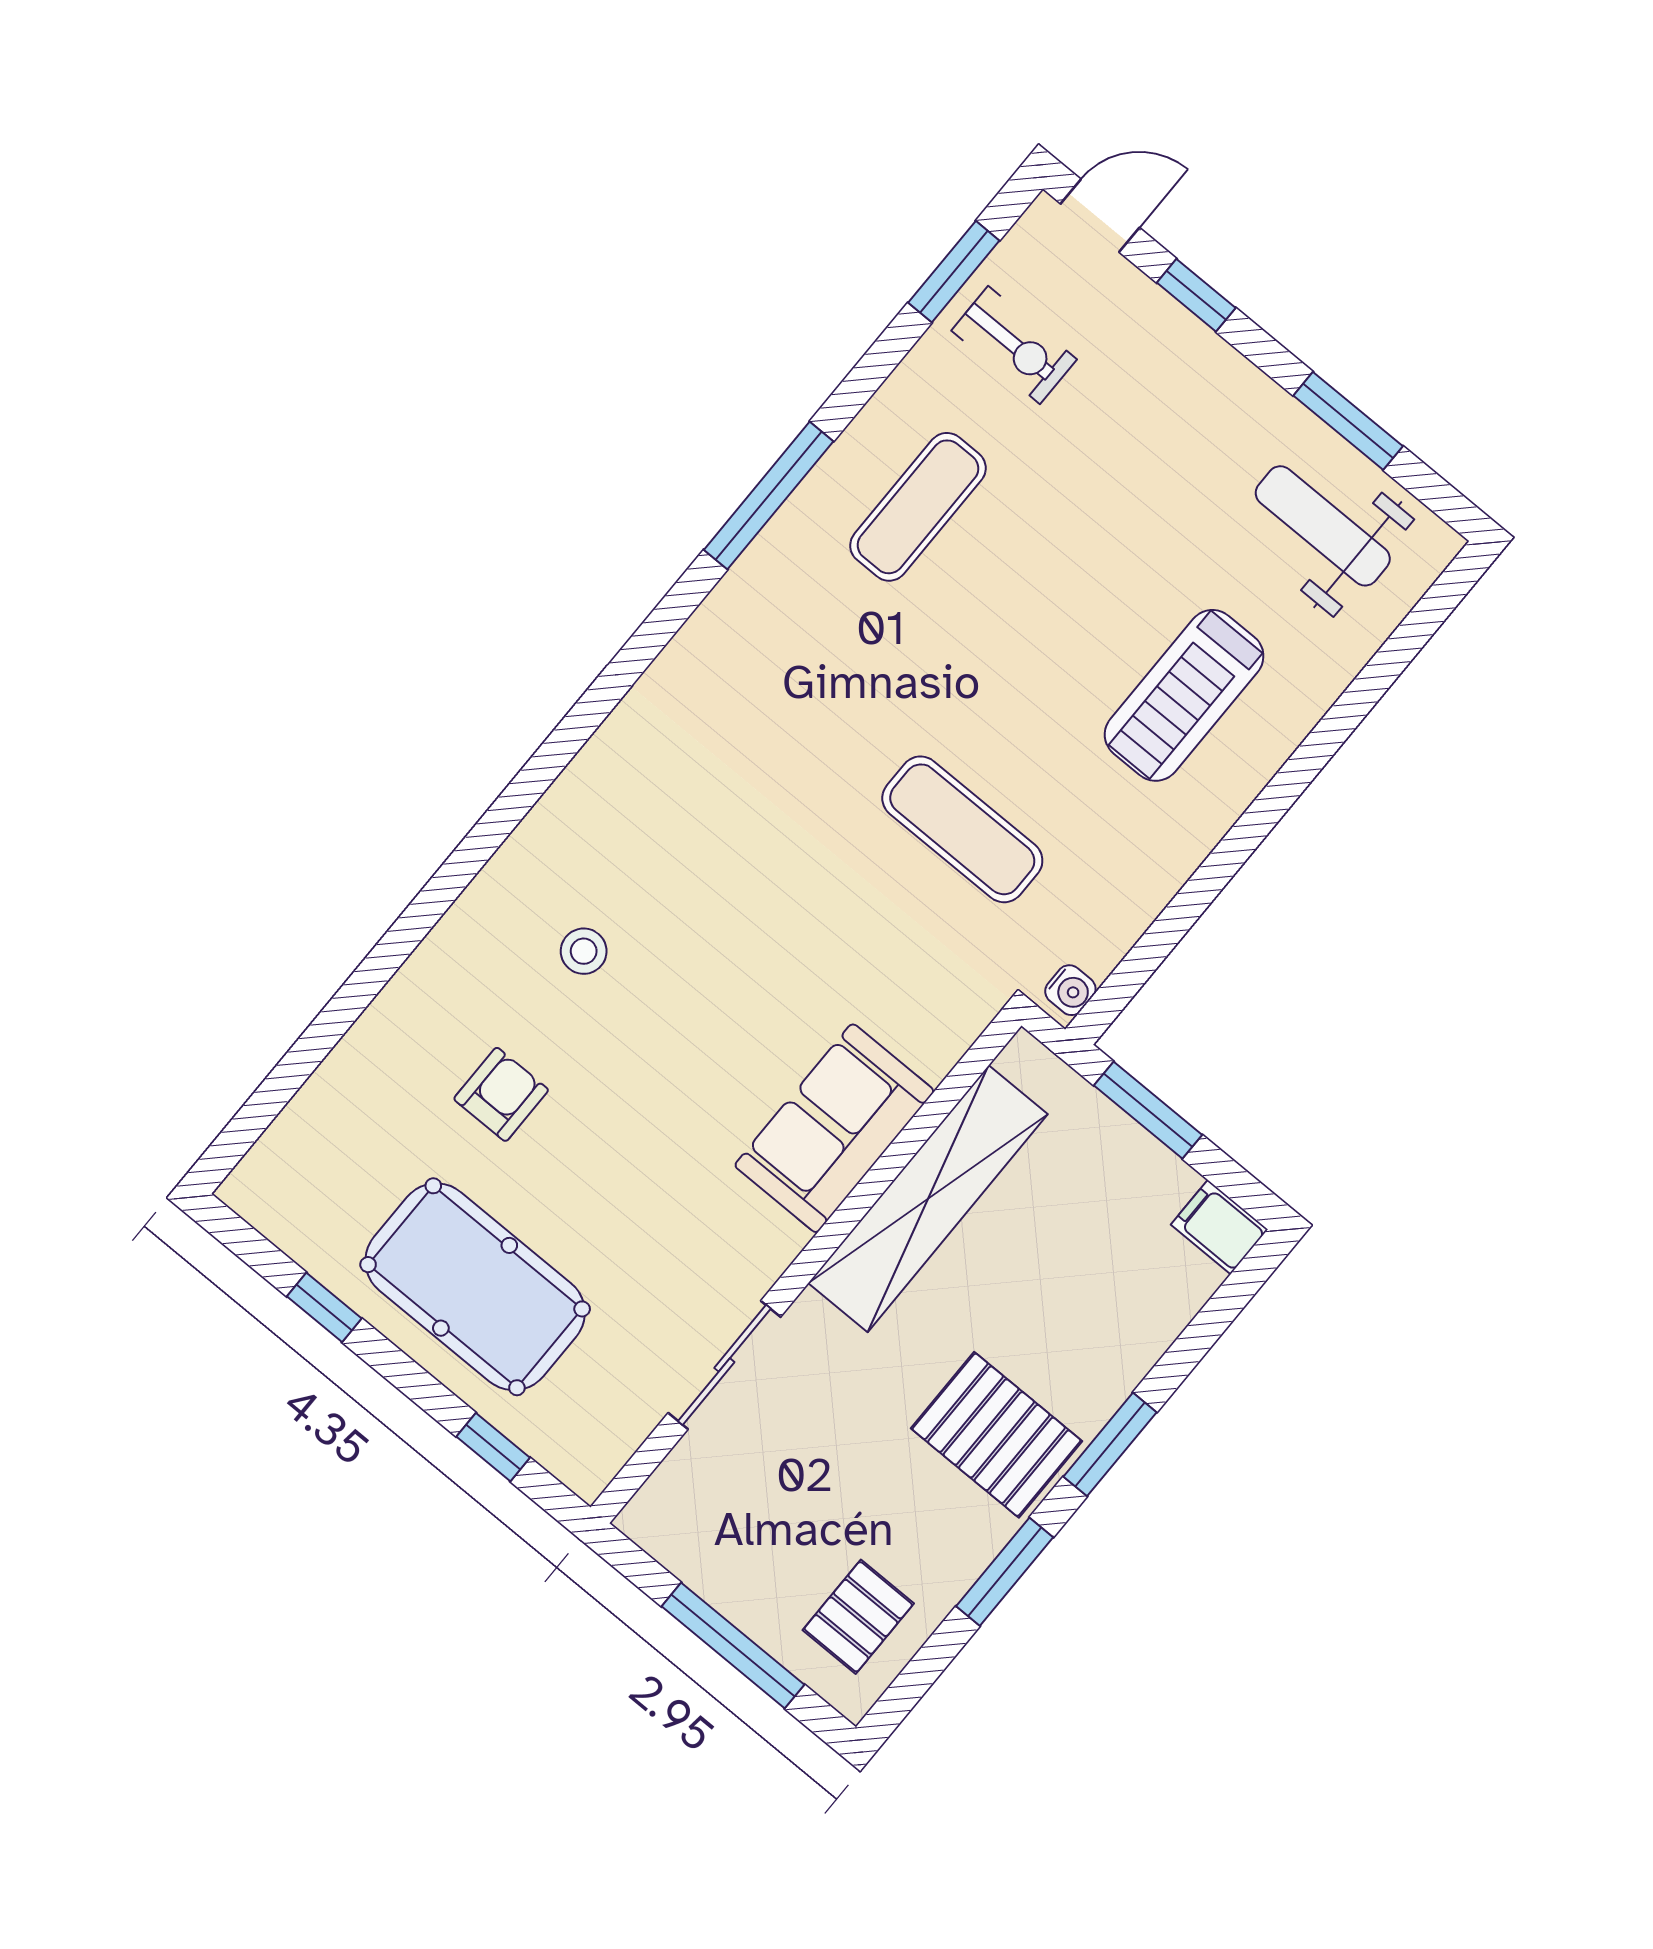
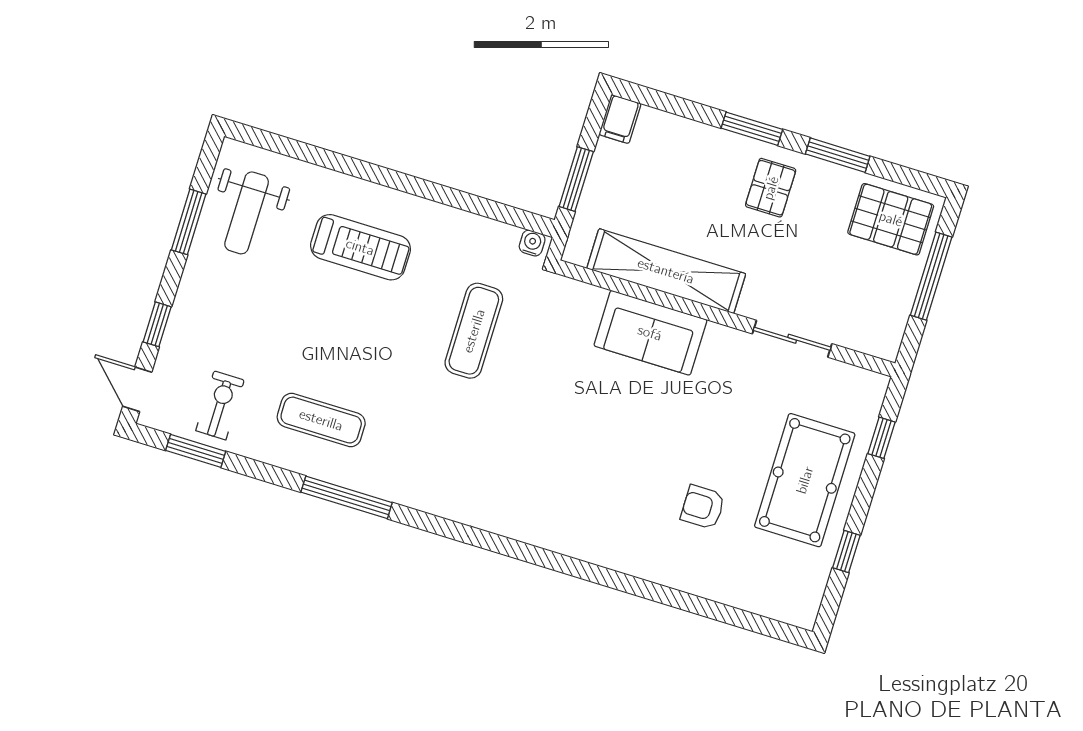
stool: (584, 951) -> (614, 495), removed
pallet: (996, 1435) -> (771, 188), width x0.67, depth x0.71
pallet: (858, 1617) -> (891, 219), width x1.50, depth x1.42

